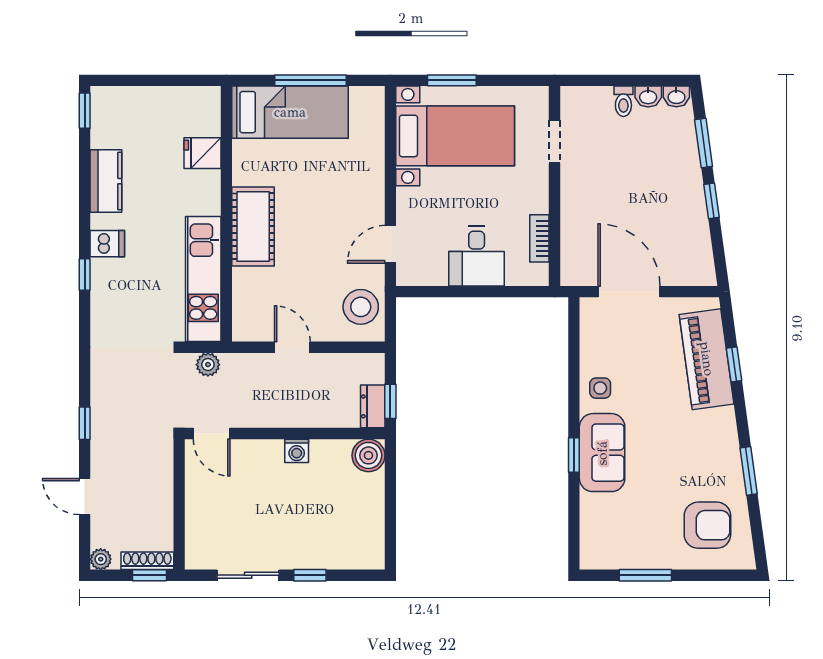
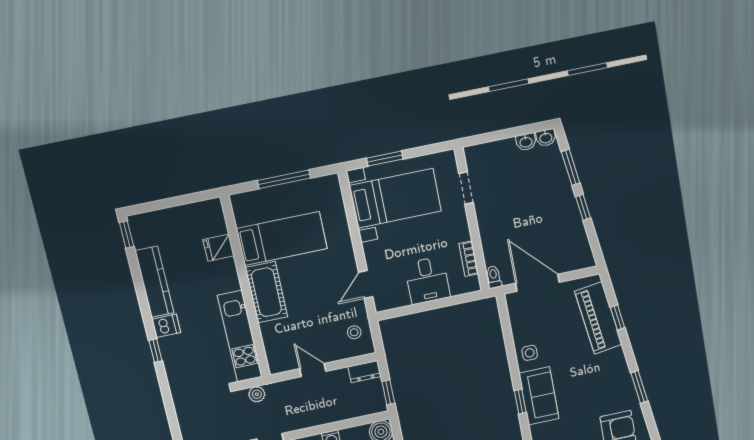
toilet: (623, 101) -> (494, 277), moved, turned 180
bed: (290, 112) -> (282, 239), moved
kitchen counter: (106, 181) -> (154, 282), width x1.50
stool: (361, 307) -> (354, 332), width x0.53, depth x0.53
dresser: (373, 406) -> (364, 372), moved, turned -90

